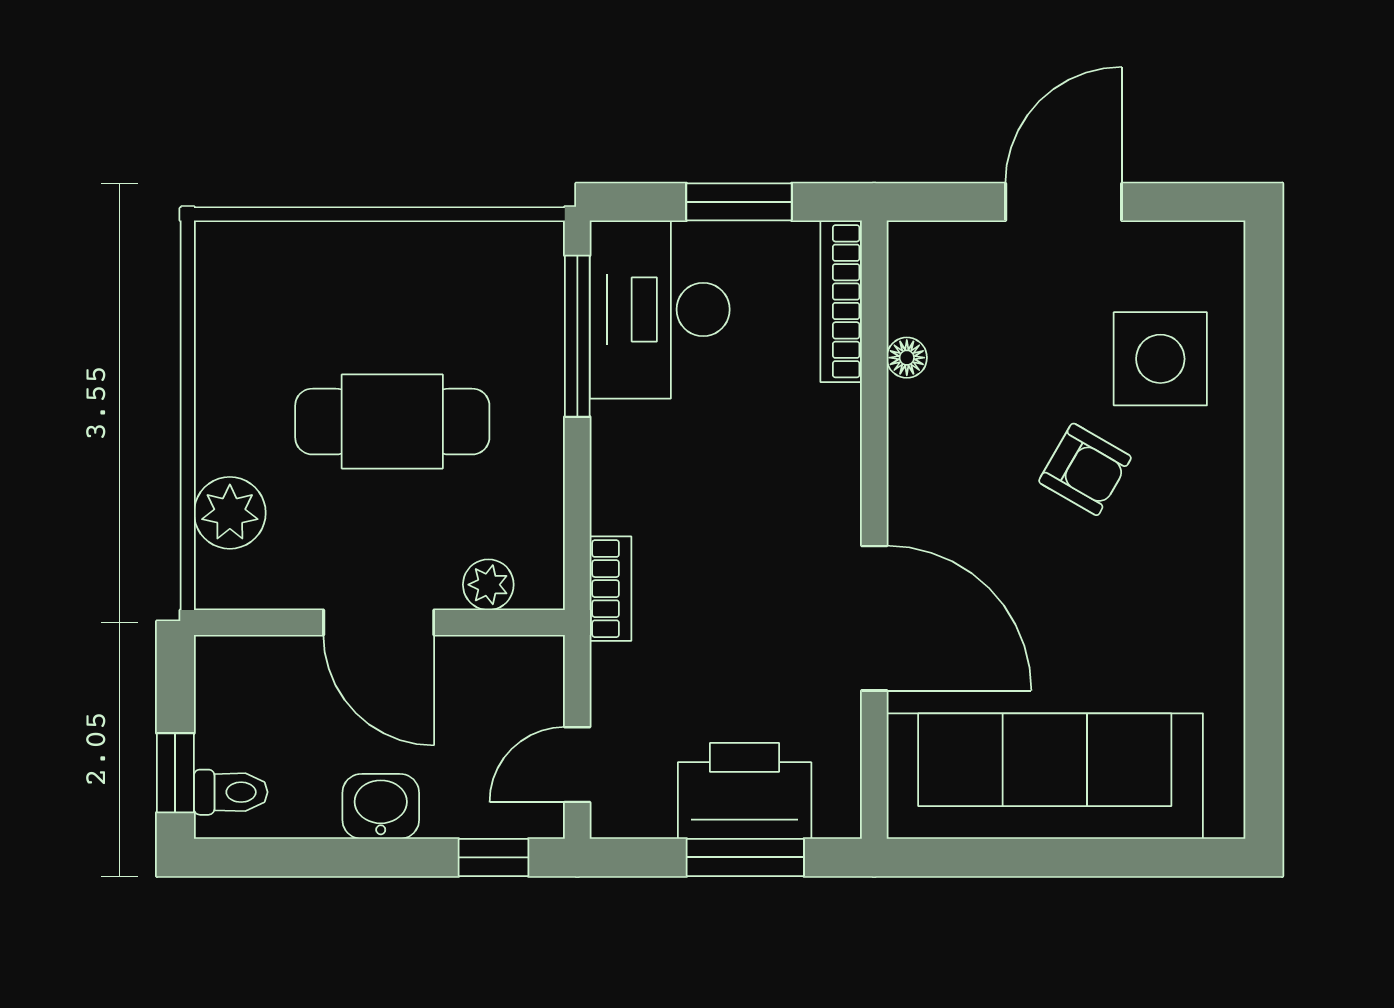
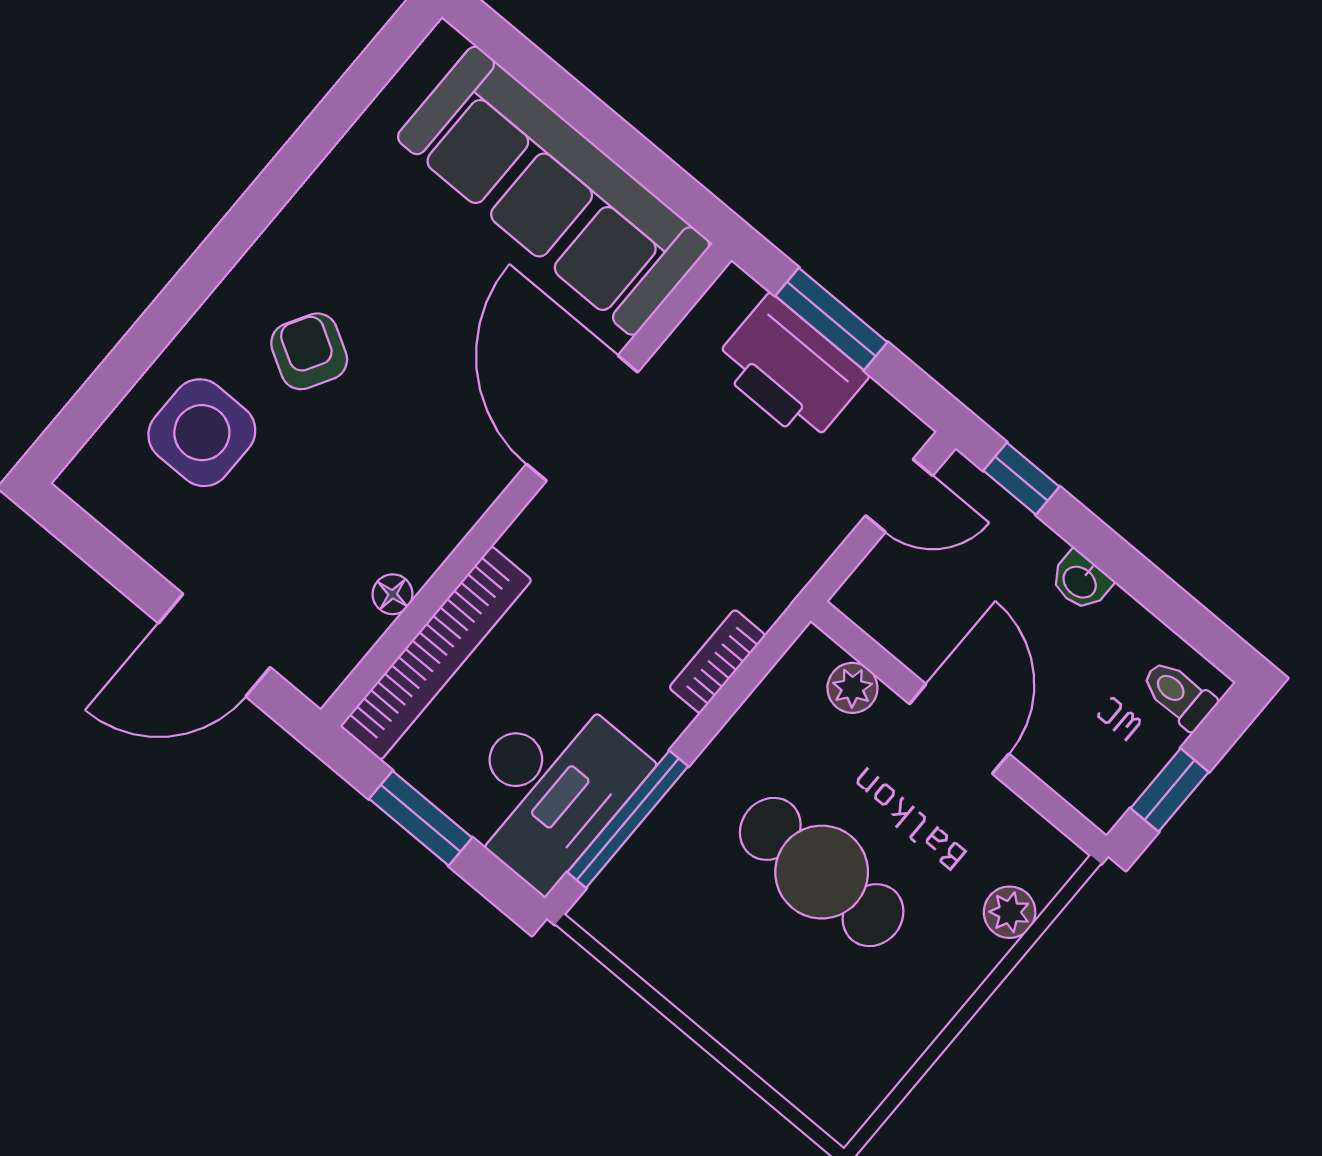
door: (1064, 202) -> (214, 645), moved
bookcase: (841, 301) -> (436, 653), width x1.48, depth x1.31
armchair: (1085, 469) -> (309, 351), moved
plant: (230, 513) -> (1010, 912), width x0.73, depth x0.73
bookcase: (611, 589) -> (717, 661), moved
window: (175, 773) -> (1170, 790), moved
washbasin: (381, 806) -> (1081, 581), width x0.72, depth x0.69

